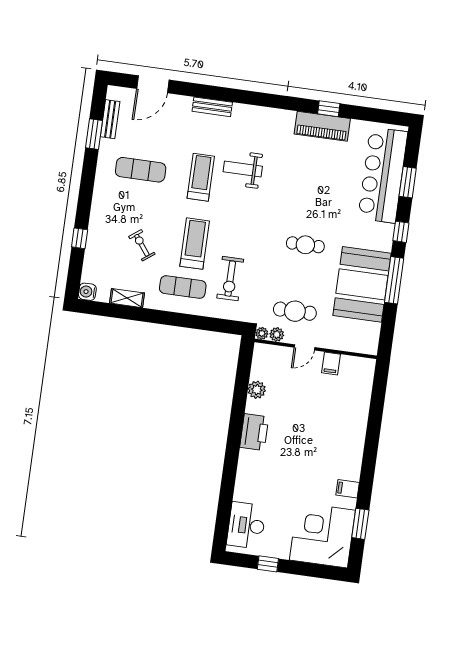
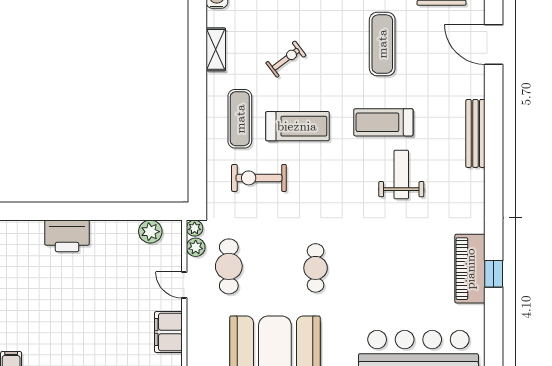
bench: (212, 107) -> (475, 133), width x1.36
treadmill: (201, 177) -> (383, 122), turned 180
filing cabinet: (331, 363) -> (168, 332), width x2.00
plant: (257, 390) -> (150, 232), moved

